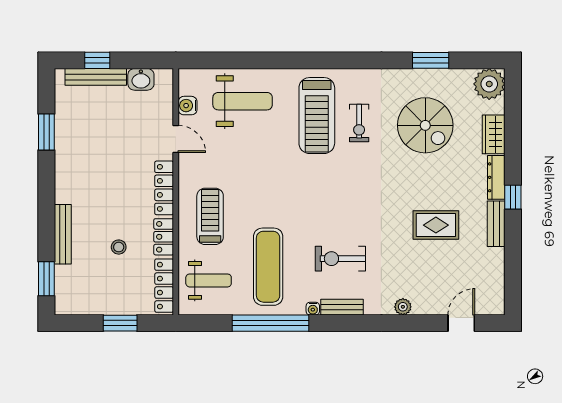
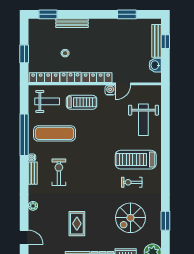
water cooler: (188, 106) -> (110, 90), moved
weight bench: (209, 280) -> (47, 101), turned -90

